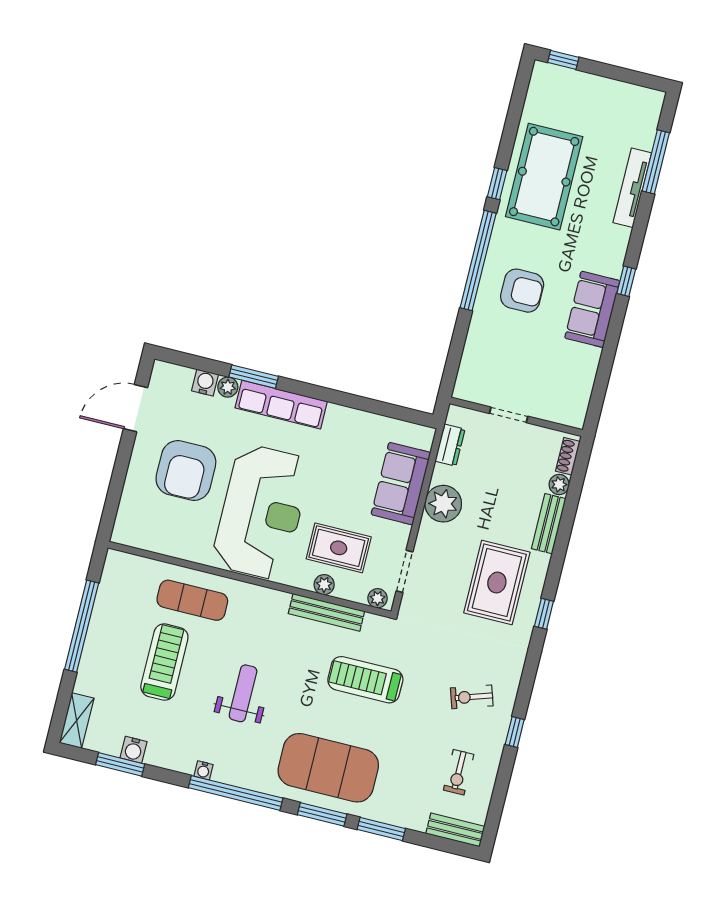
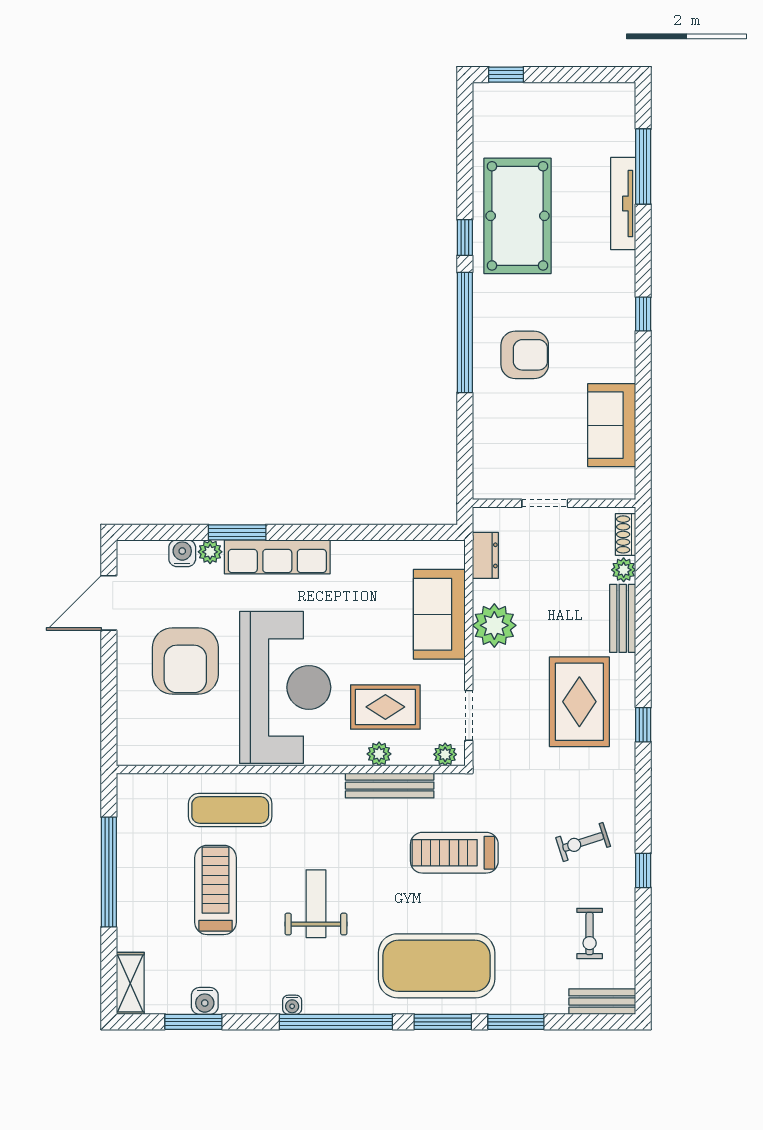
sofa: (592, 309) -> (612, 425), moved

